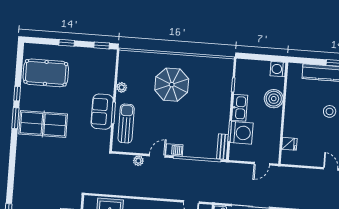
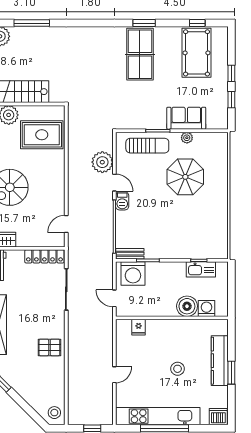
window: (102, 45) -> (231, 100), moved
washing machine: (278, 69) -> (206, 308), moved
parasol: (172, 85) -> (185, 177), moved
window: (17, 94) -> (197, 23), moved
kitchen sink: (240, 108) -> (201, 269), moved
sofa: (102, 112) -> (186, 118), moved
washing machine: (242, 133) -> (133, 274), moved
plant: (138, 161) -> (102, 162), width x1.87, depth x1.87

